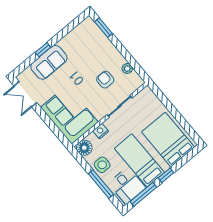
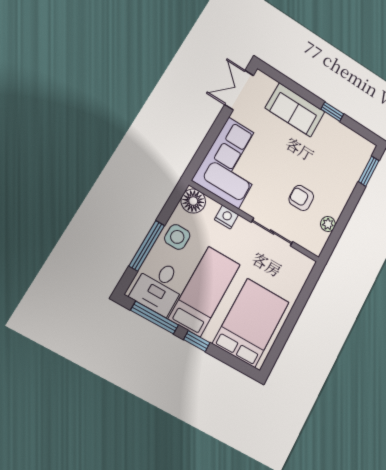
window: (43, 50) -> (332, 112), moved
armchair: (105, 80) -> (301, 198), turned -90

